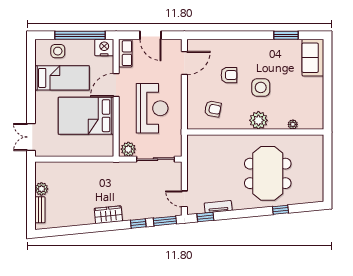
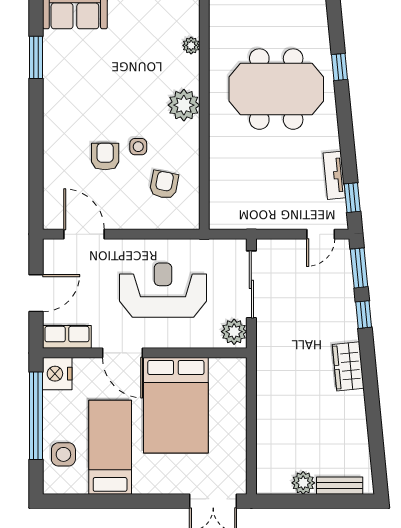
side table: (261, 87) -> (138, 147), moved, width x0.54, depth x0.54

